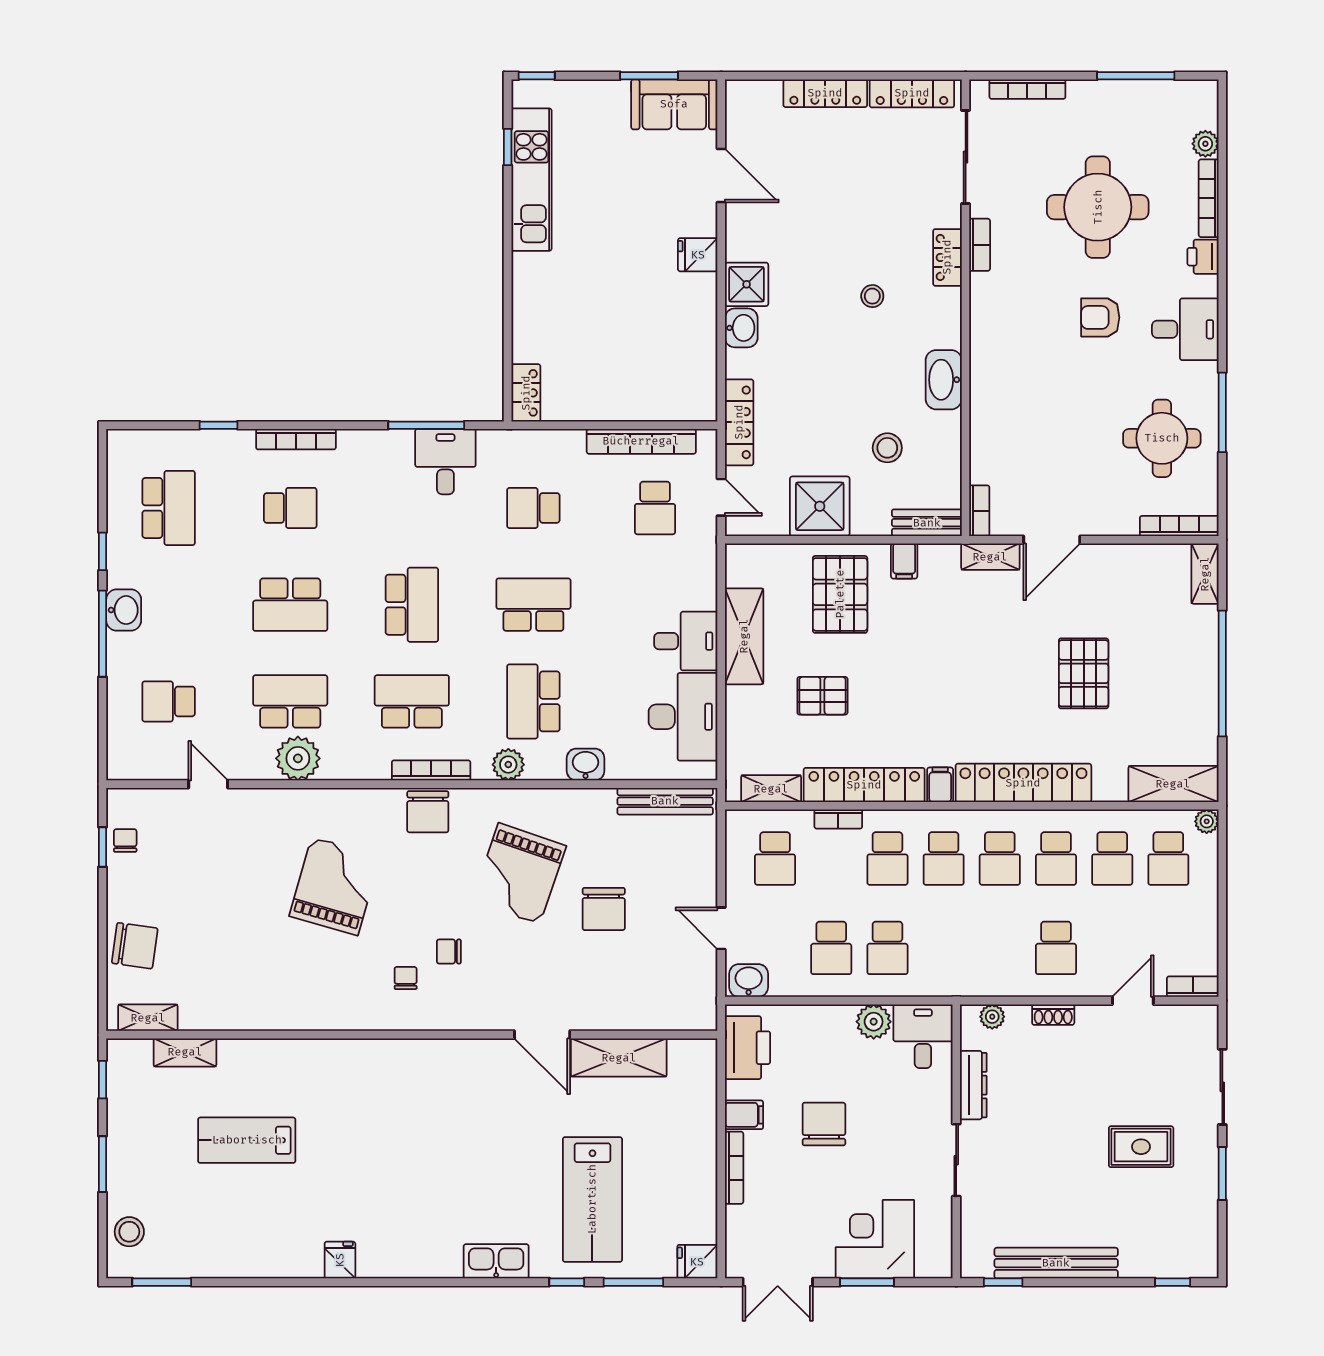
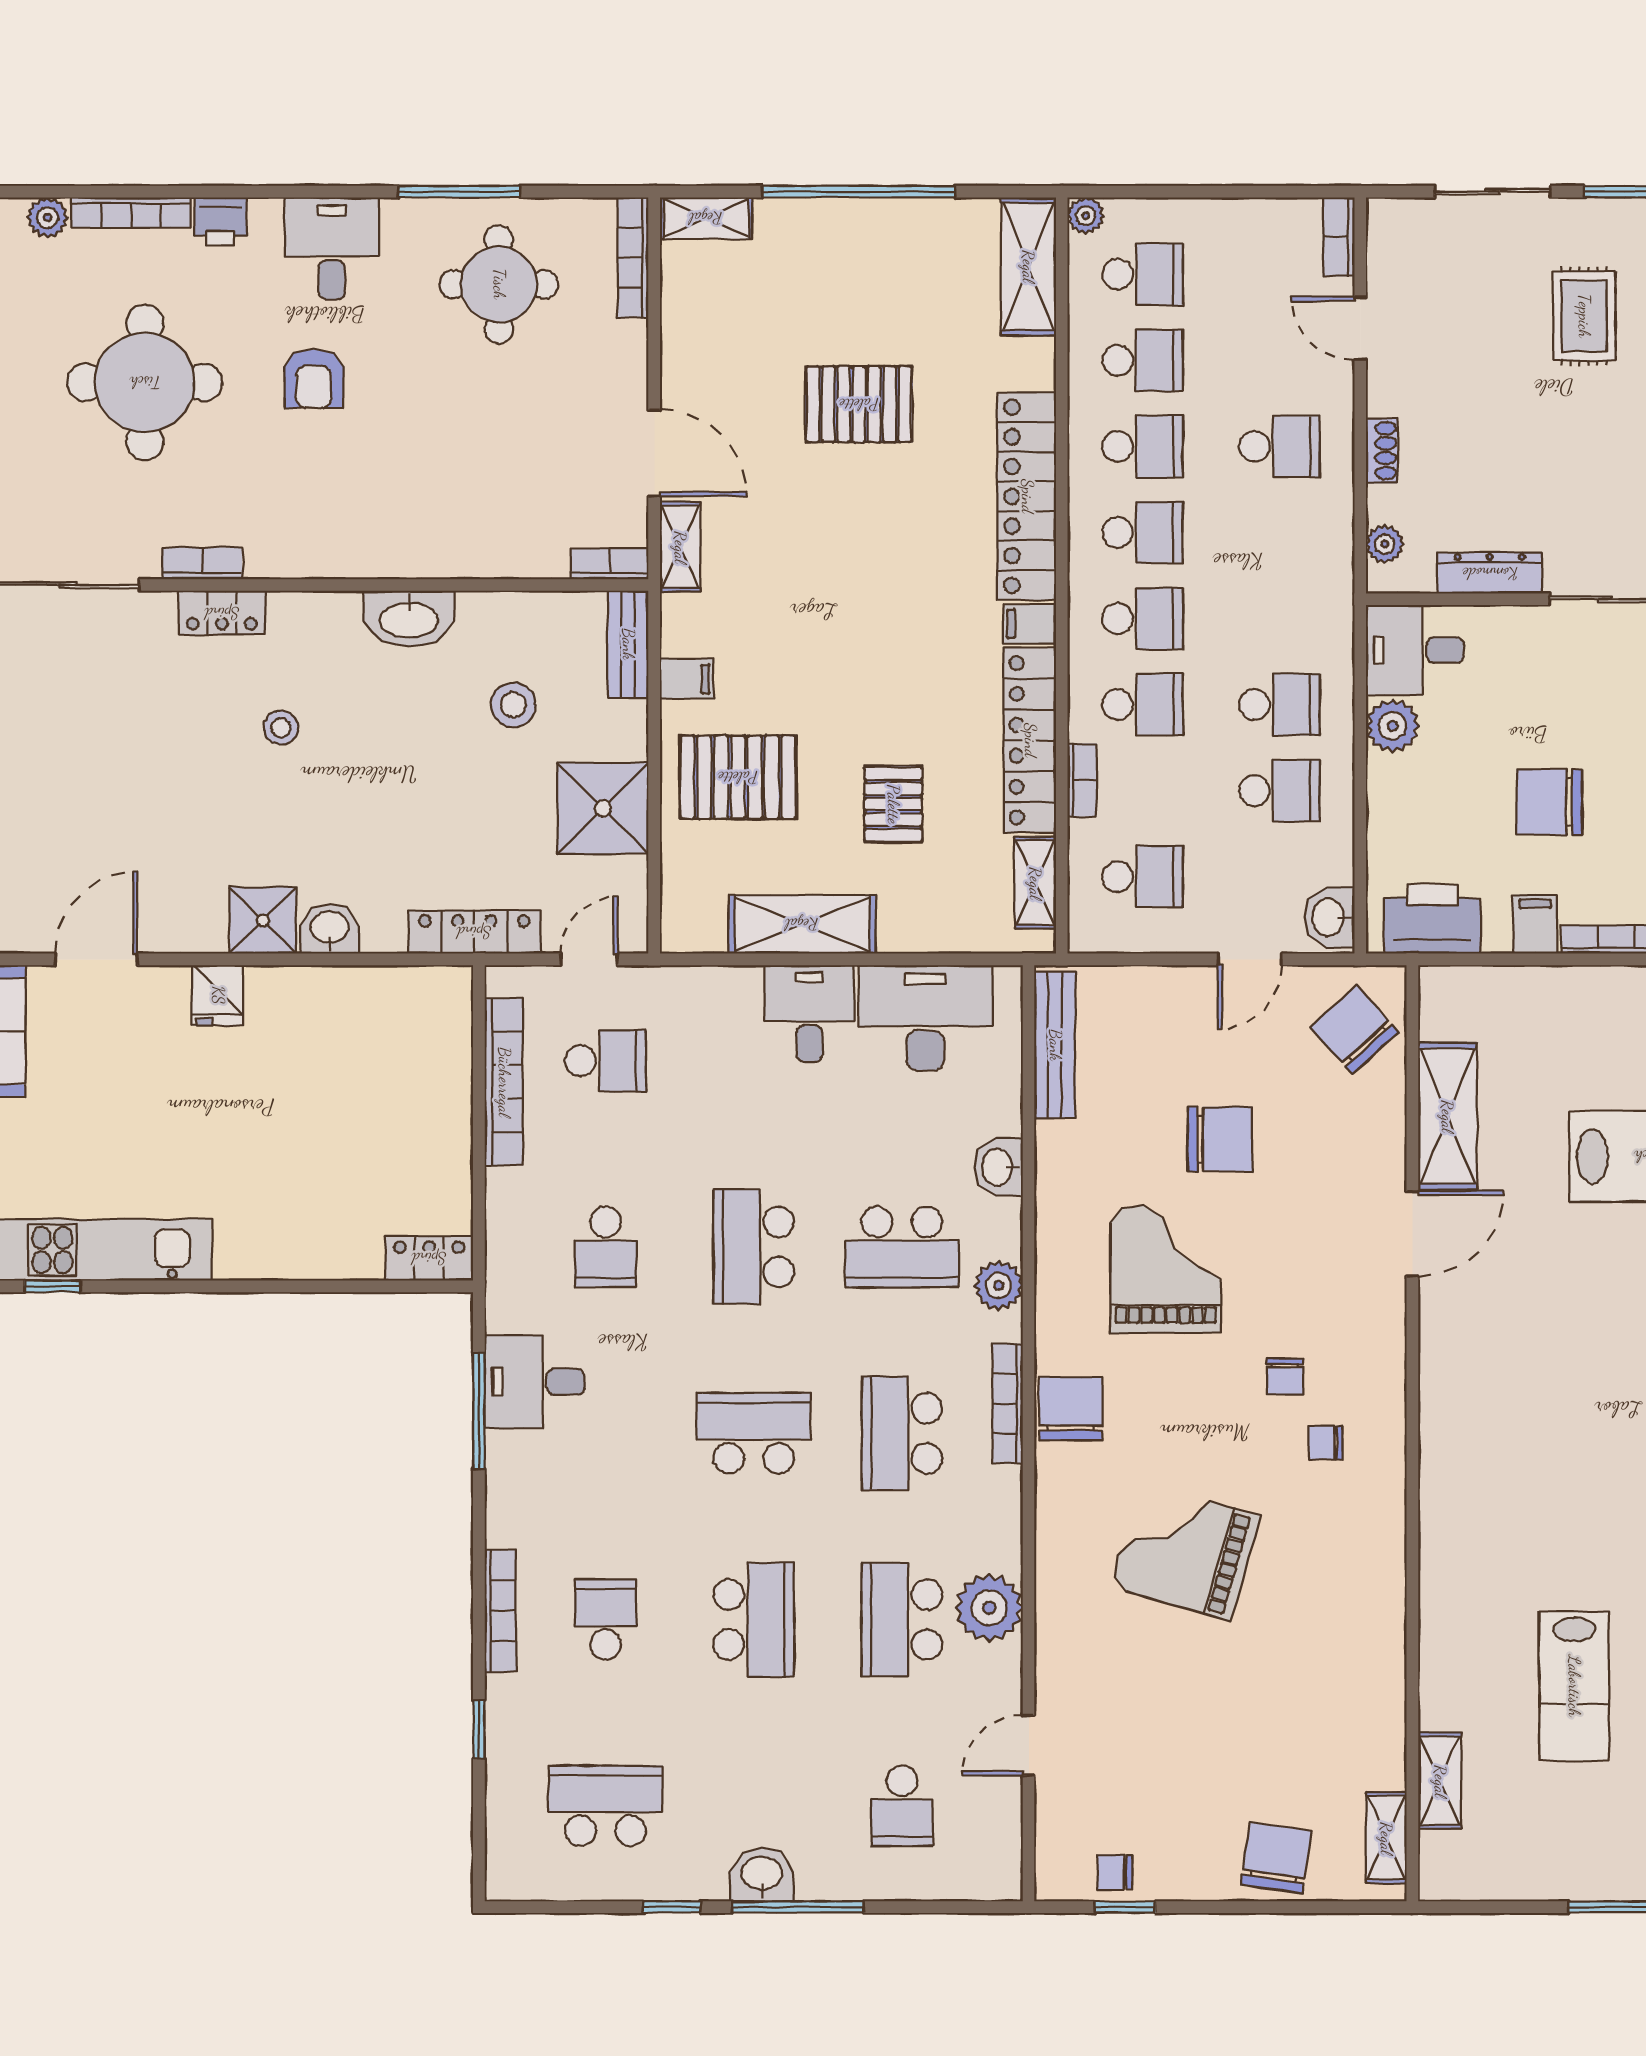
chair: (428, 812) -> (1071, 1409), turned -90
grand piano: (519, 874) -> (1166, 1269), turned -109
chair: (675, 997) -> (1355, 1030), added
window: (102, 1080) -> (1481, 1907), removed

